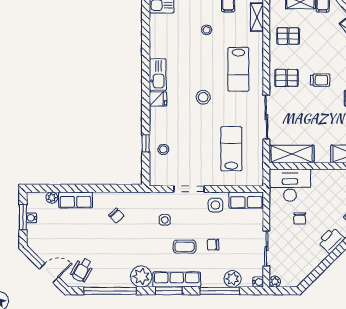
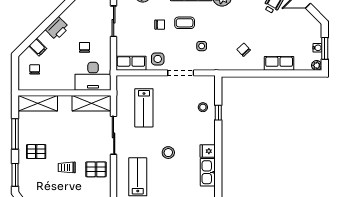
plant: (52, 198) -> (317, 65), moved

